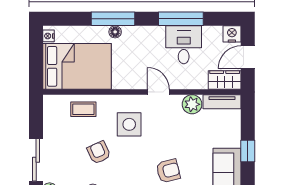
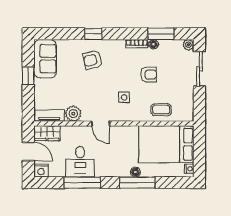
door: (248, 57) -> (28, 152), hinge flipped
side table: (129, 124) -> (124, 97), width x0.54, depth x0.54
armchair: (99, 153) -> (149, 75), turned -65

